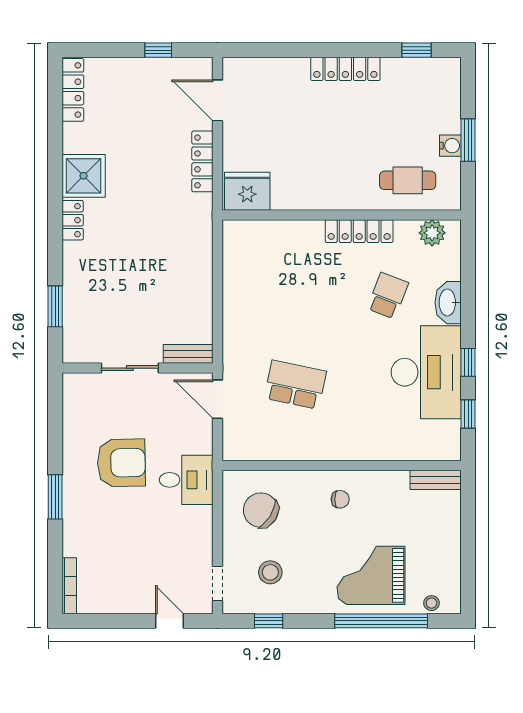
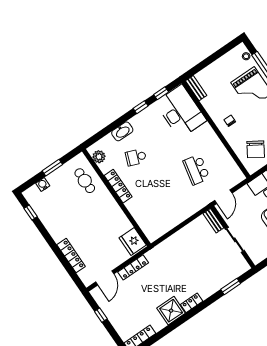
locker: (345, 69) -> (71, 256), moved
water cooler: (450, 146) -> (43, 185), moved
desk: (426, 372) -> (181, 112), moved, turned 90

